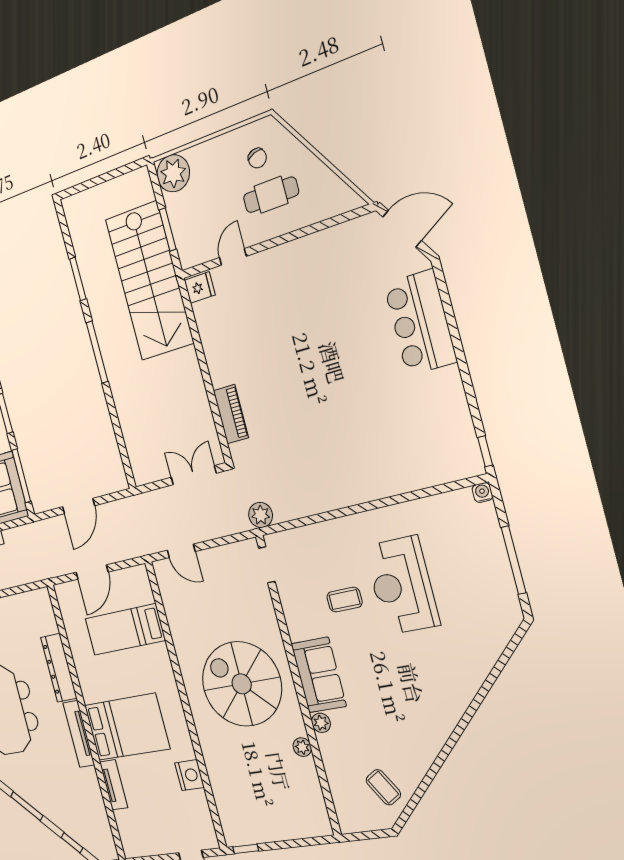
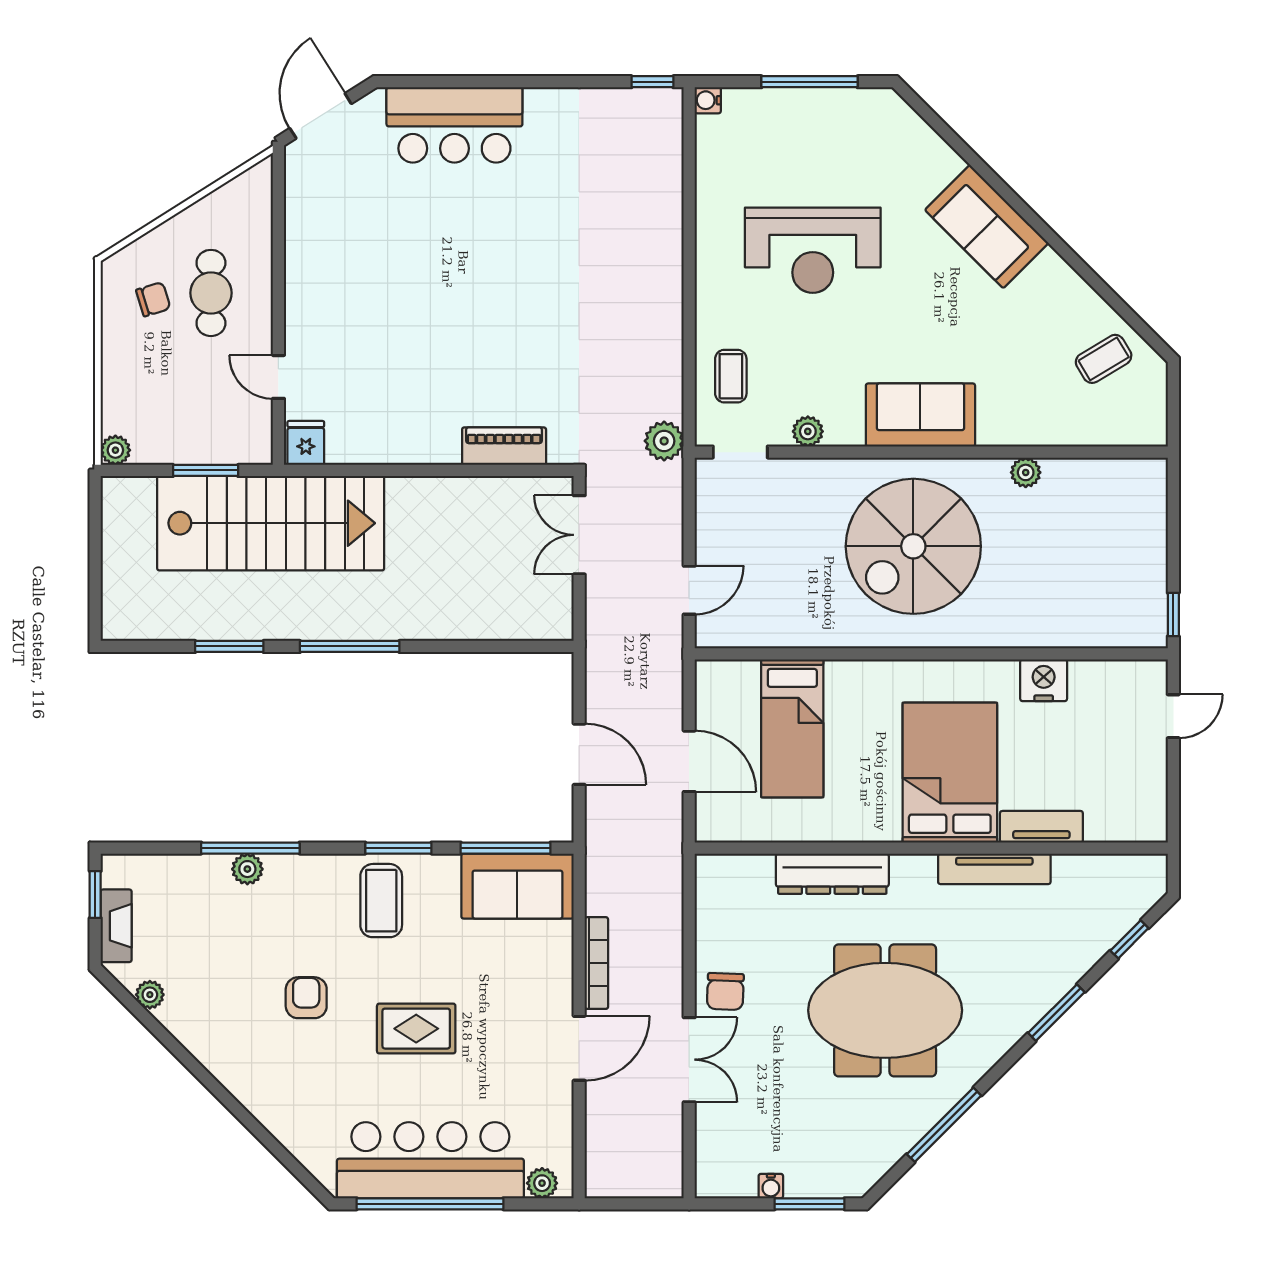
plant: (173, 173) -> (115, 450), width x0.53, depth x0.53
coffee table: (345, 600) -> (731, 376), moved
sofa: (447, 698) -> (987, 226), added
plant: (321, 723) -> (808, 431), moved
tv unit: (79, 734) -> (994, 869), moved

